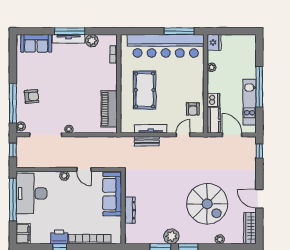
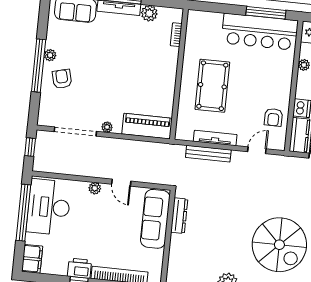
bar counter: (166, 46) -> (260, 32), width x0.73
armchair: (32, 97) -> (62, 79), turned -99
window: (13, 103) -> (39, 66), moved
piano: (109, 109) -> (147, 126), moved, turned 90
plant: (21, 126) -> (50, 55), moved
bench: (147, 141) -> (208, 154), width x1.36
dresser: (130, 210) -> (179, 216), moved

